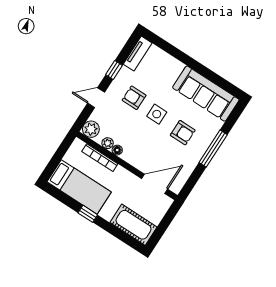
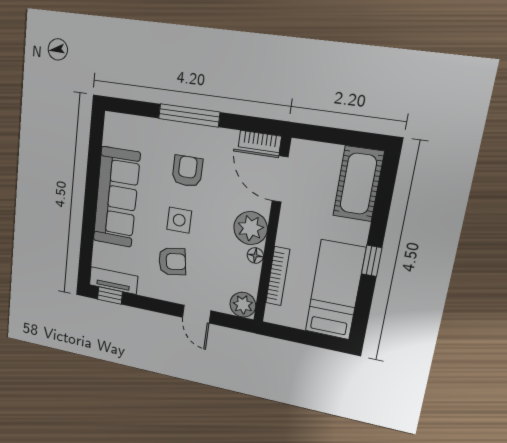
window: (114, 70) -> (110, 296), moved
sofa: (206, 94) -> (117, 197), moved
armchair: (134, 98) -> (172, 261), turned -99
plant: (108, 143) -> (251, 228), moved, width x1.88, depth x1.88
bookcase: (180, 182) -> (260, 142), added

